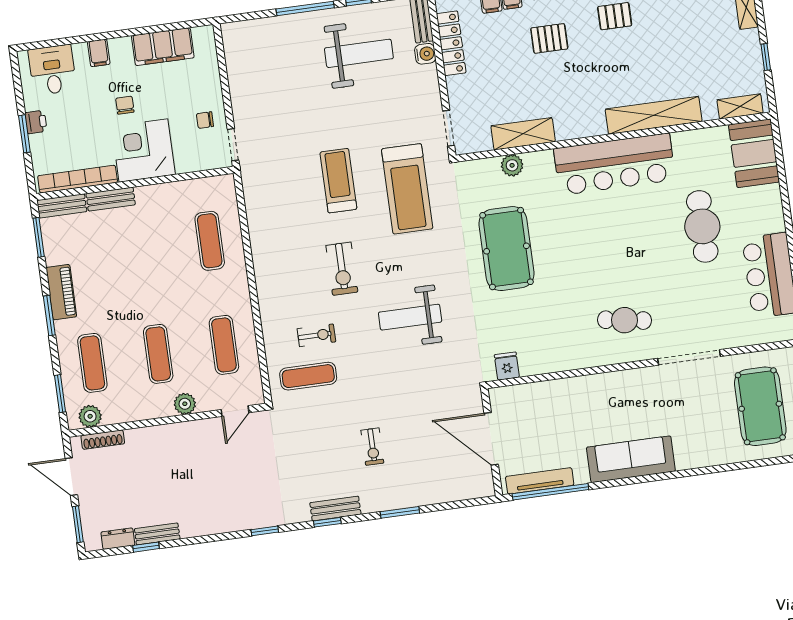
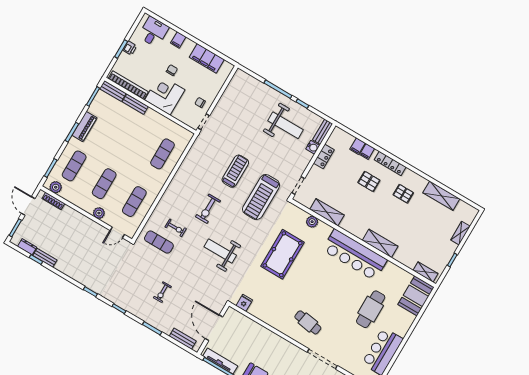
locker: (451, 43) -> (324, 156), width x0.66
shelving: (654, 115) -> (380, 243), width x0.68
bench: (335, 508) -> (183, 339), moved

